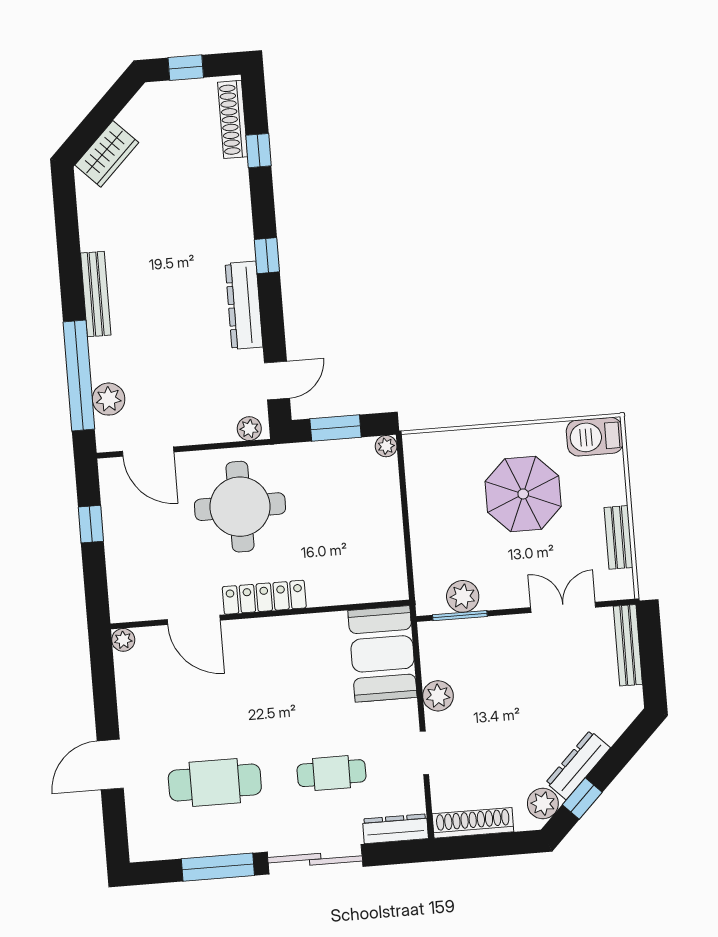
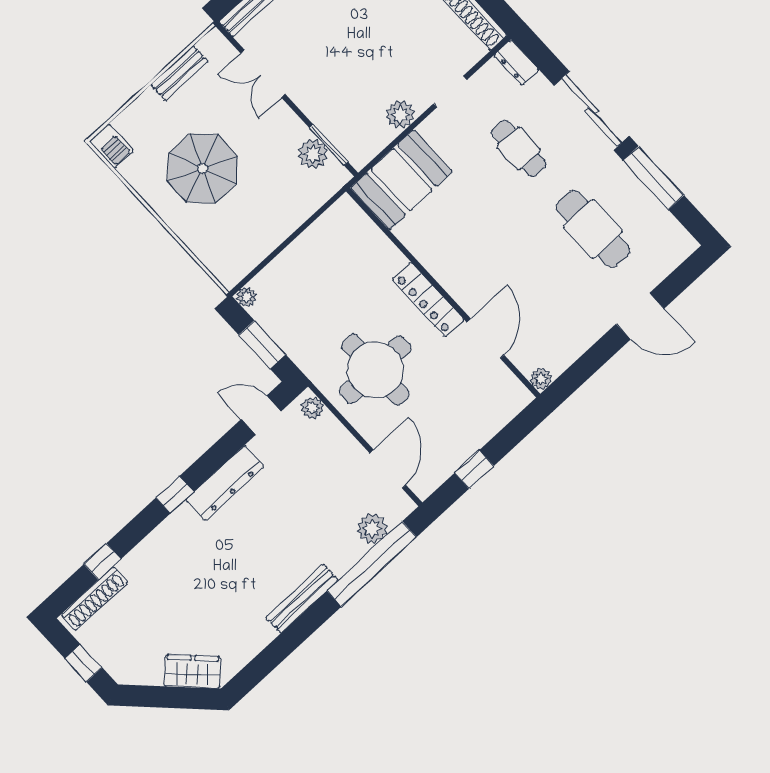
barbecue: (595, 437) -> (112, 146), width x0.73, depth x0.79
dresser: (395, 829) -> (517, 63), width x0.70

